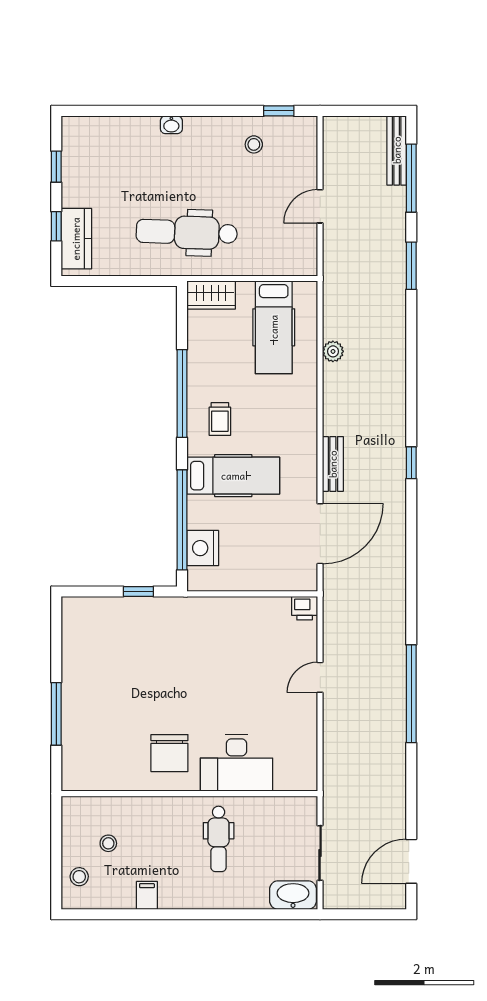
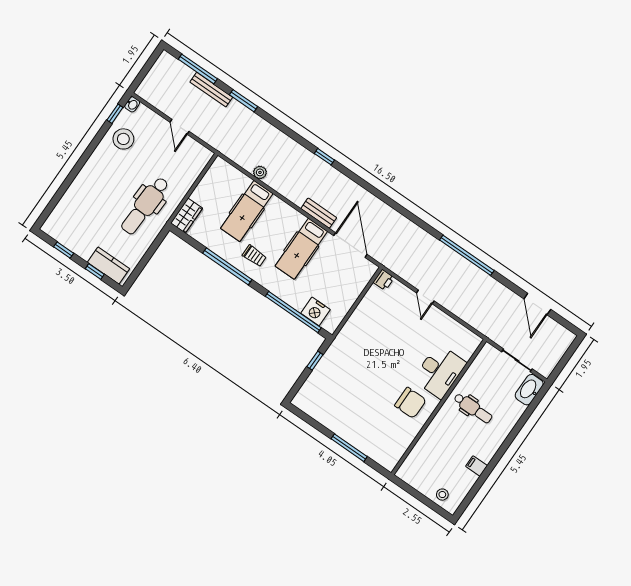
washbasin: (171, 125) -> (132, 104), moved
stool: (254, 144) -> (123, 139), width x1.89, depth x1.89
bench: (397, 150) -> (211, 90), moved
hospital bed: (274, 327) -> (247, 211), moved, turned 90
window: (411, 463) -> (324, 157), moved
hospital bed: (233, 476) -> (301, 249), moved, turned 180
stool: (108, 843) -> (435, 467), removed
door: (411, 861) -> (537, 304), moved

